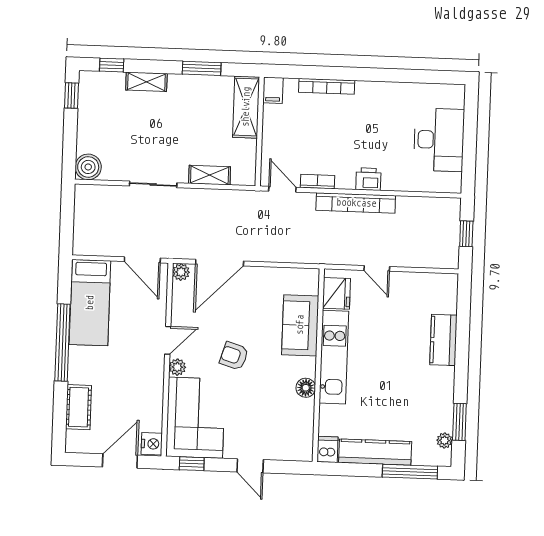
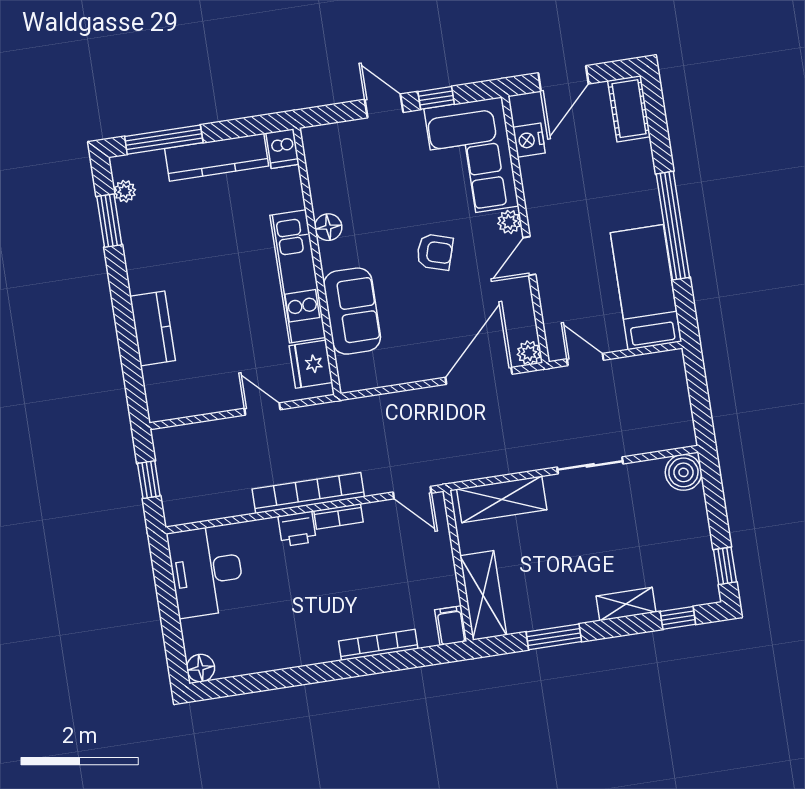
floor lamp: (455, 94) -> (201, 668), added
desk: (439, 140) -> (206, 571), moved
shelving: (210, 175) -> (502, 499), width x1.50, depth x1.33
bookcase: (318, 182) -> (339, 516), moved
door: (142, 260) -> (585, 360), width x0.73
cot: (79, 407) -> (629, 109), moved
nightstand: (152, 444) -> (529, 140), moved
window: (192, 464) -> (436, 98), moved

